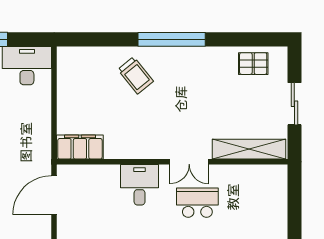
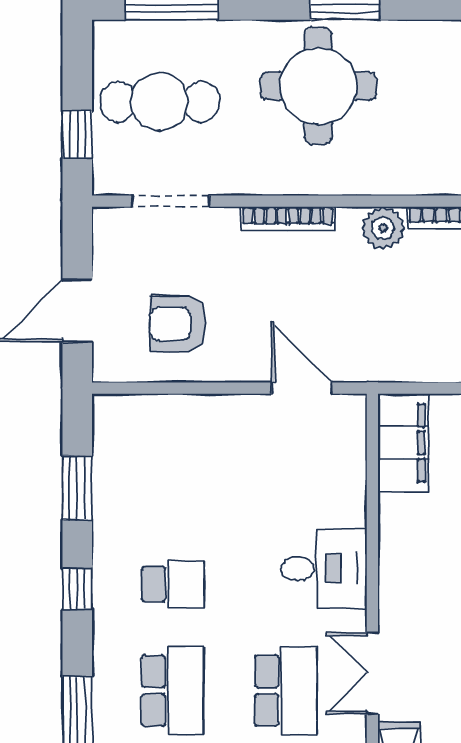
door: (54, 195) -> (302, 388), width x0.73

